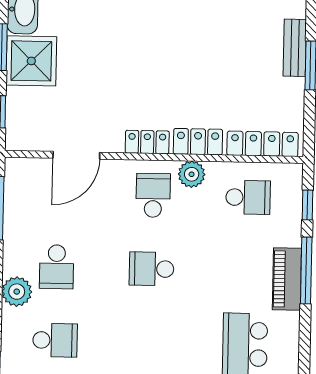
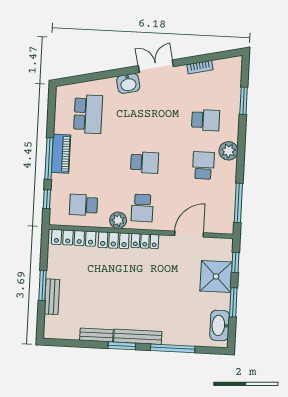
shower: (31, 61) -> (216, 276), moved
school desk: (55, 340) -> (206, 120), turned 180

